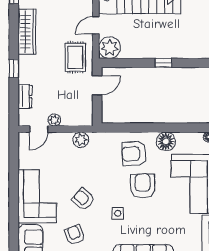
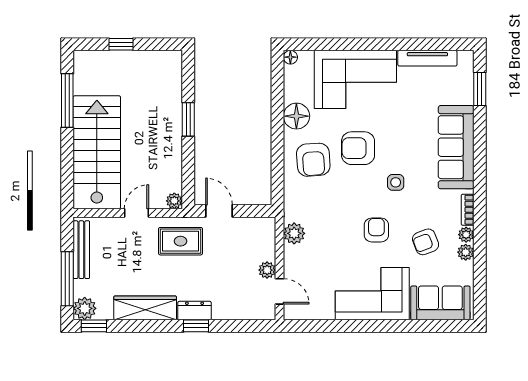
door: (96, 25) -> (137, 213), swing flipped
plant: (110, 48) -> (174, 201), width x0.53, depth x0.53
window: (164, 63) -> (188, 119), width x1.50
dresser: (25, 97) -> (195, 311), moved
armchair: (83, 199) -> (376, 230), turned 139

